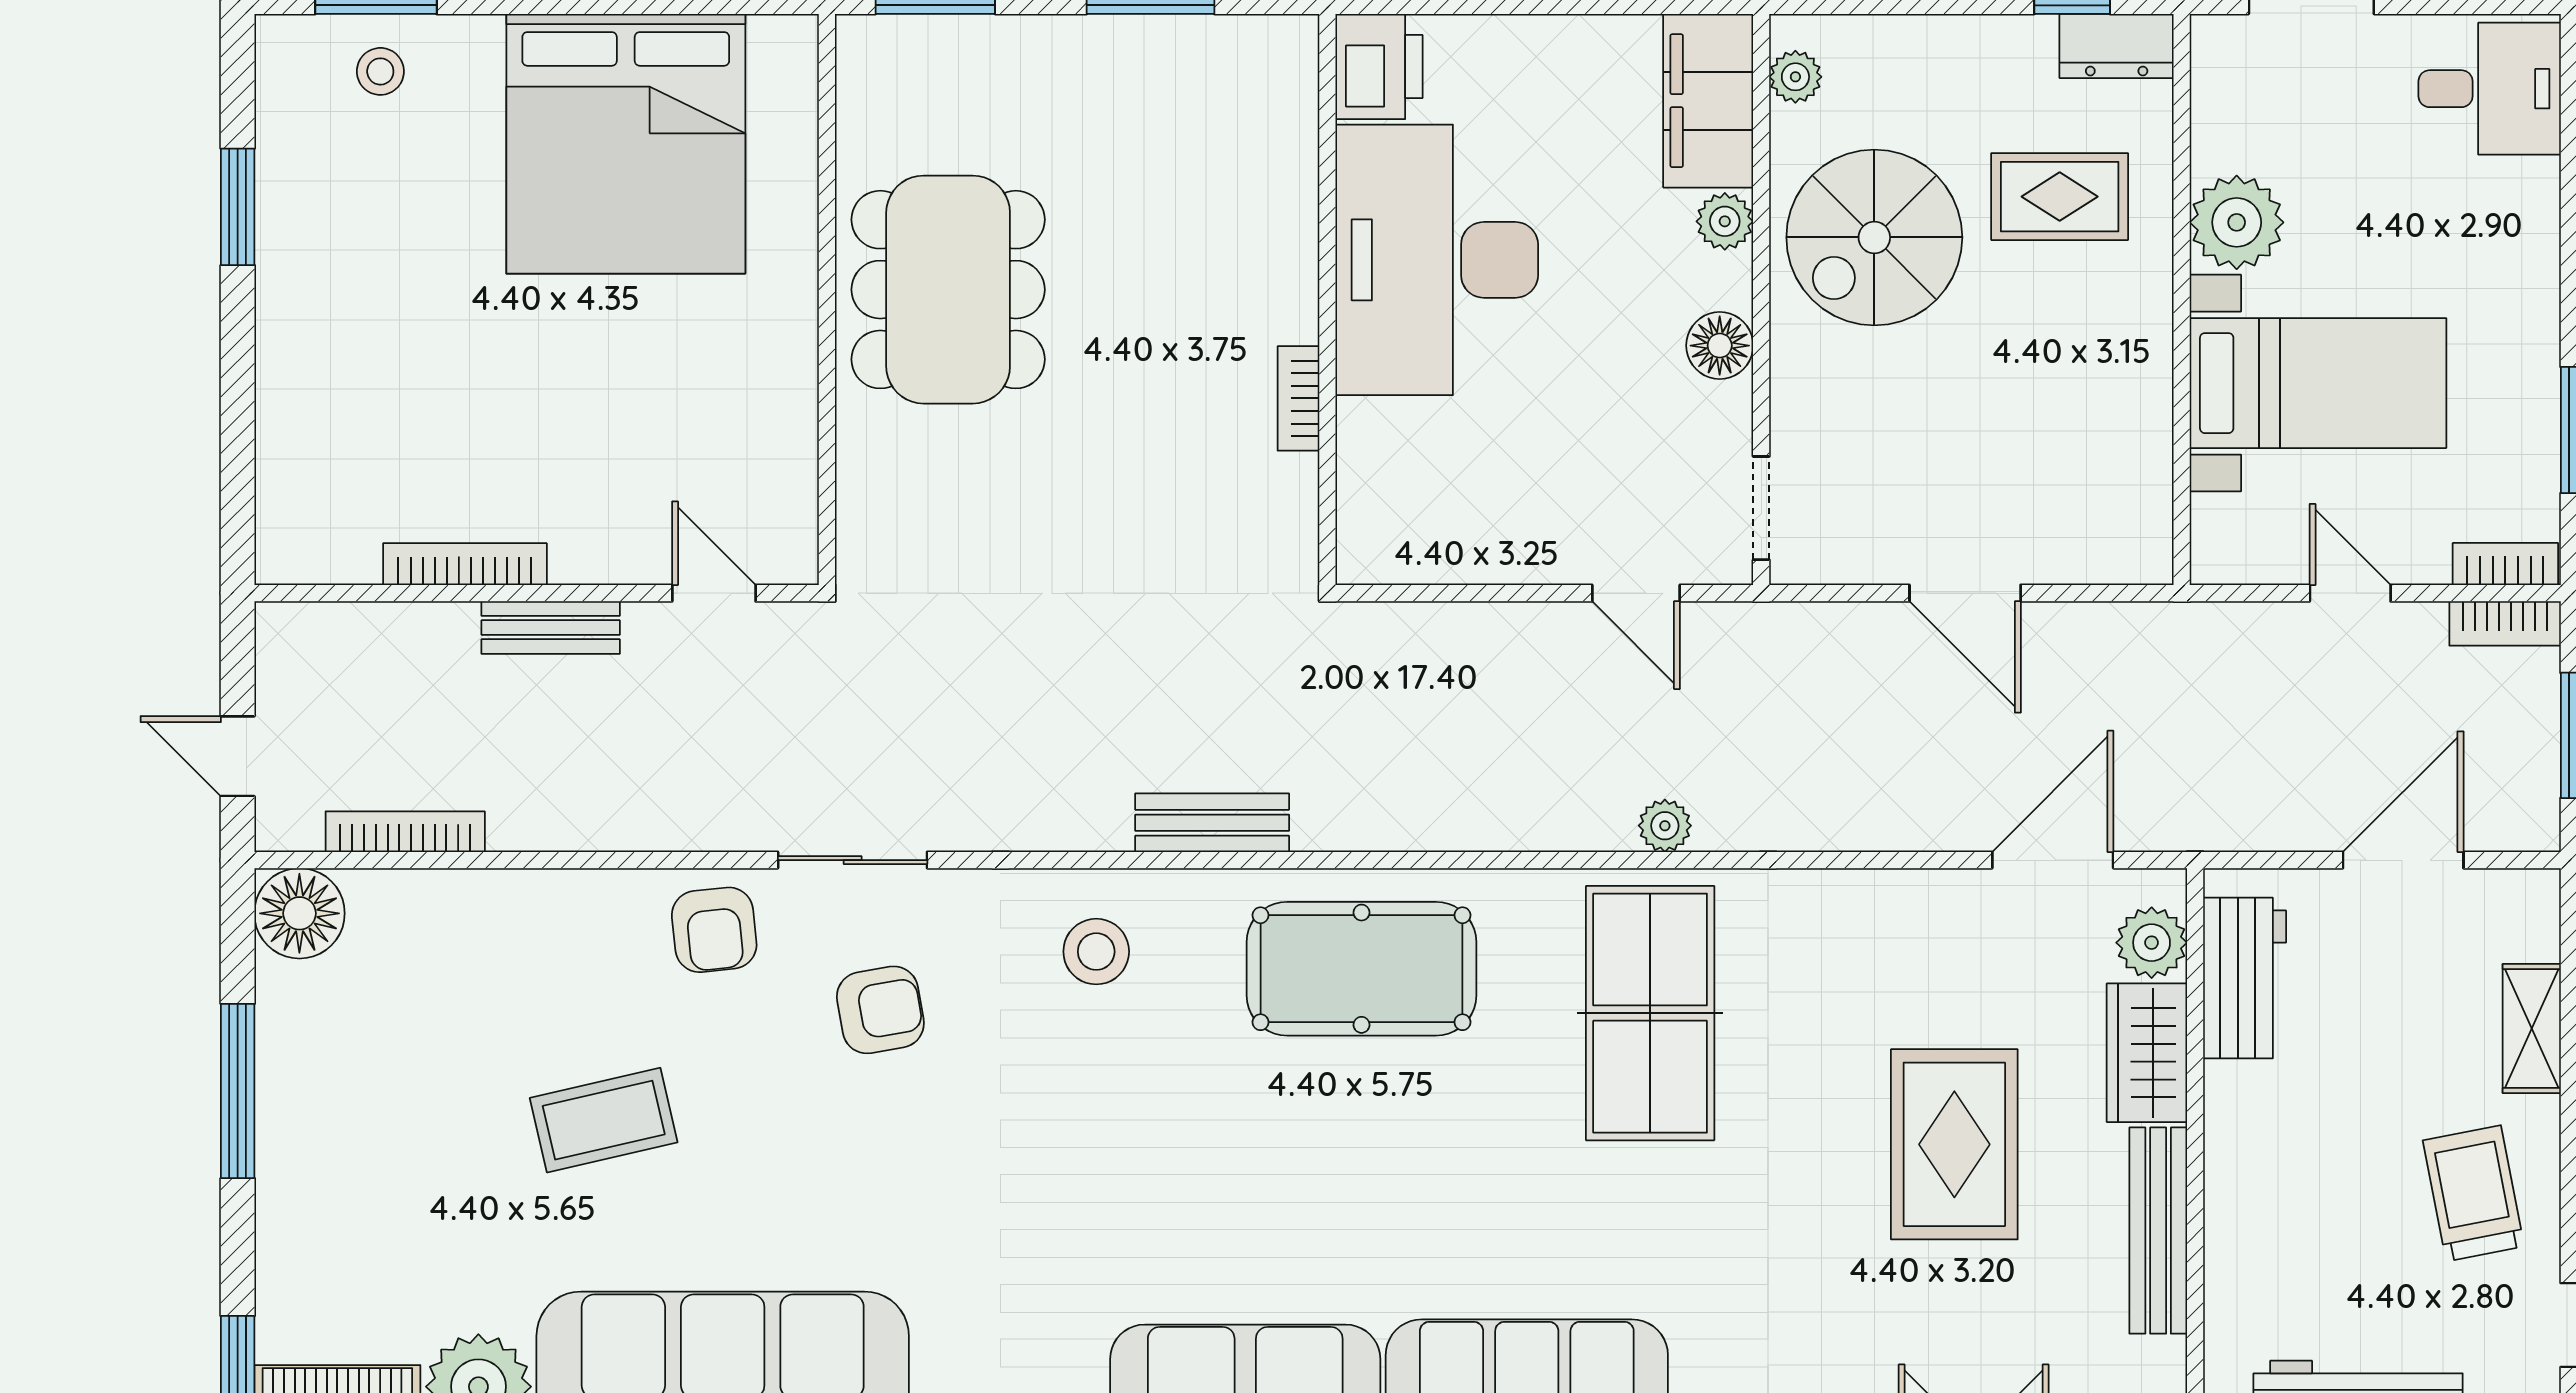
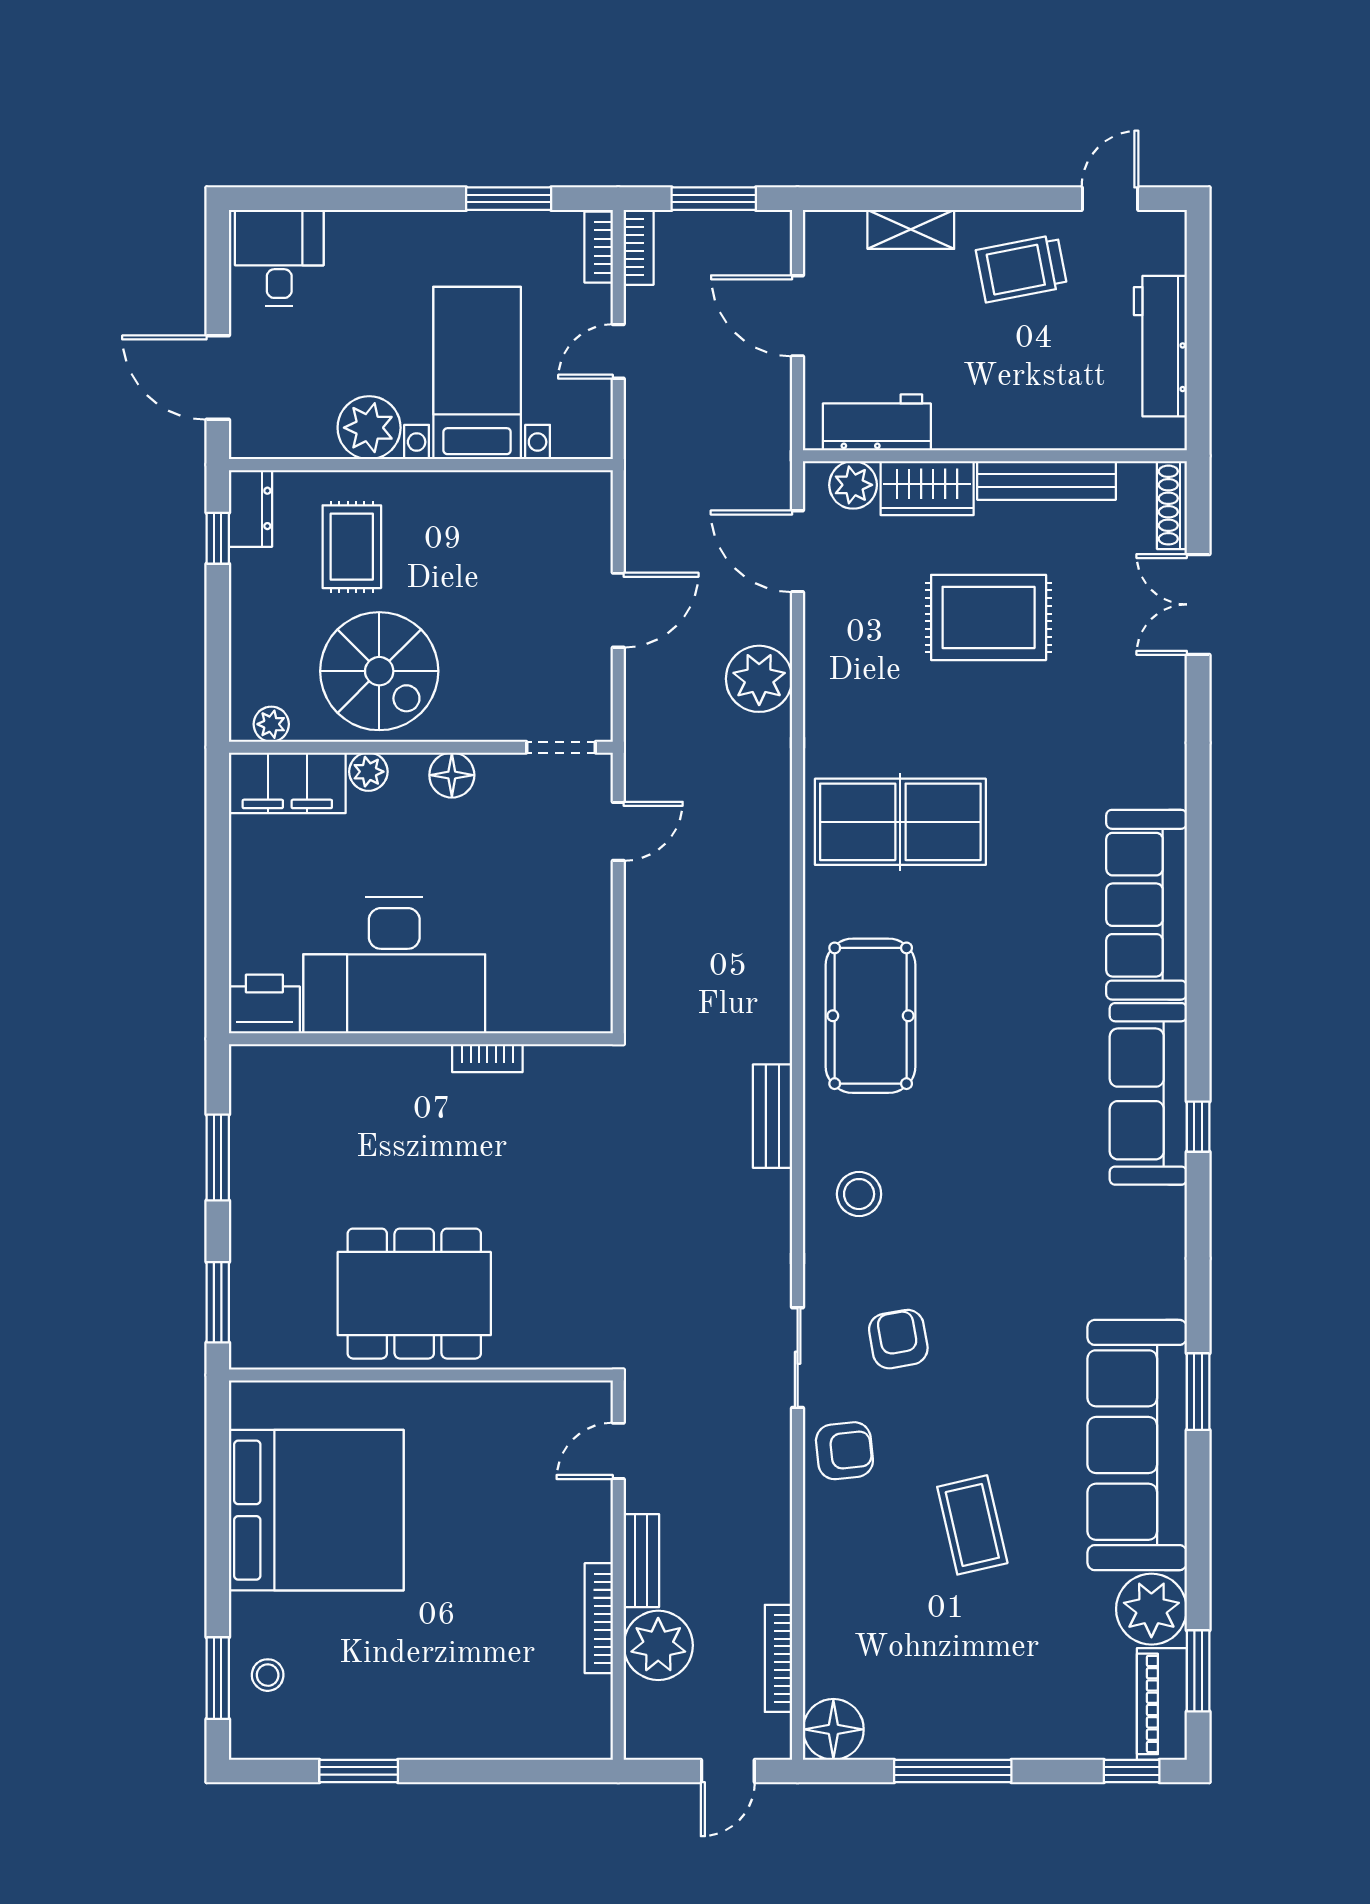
plant: (425, 653) -> (658, 1645), added
plant: (1665, 826) -> (759, 679), moved, width x1.87, depth x1.87

